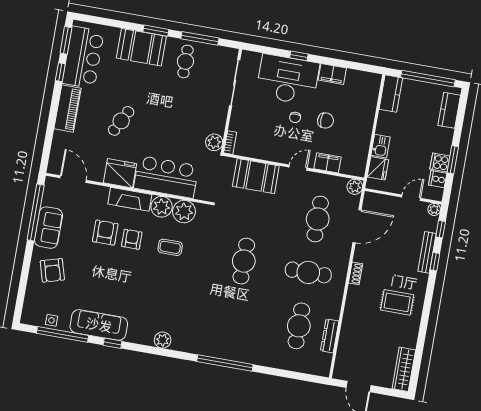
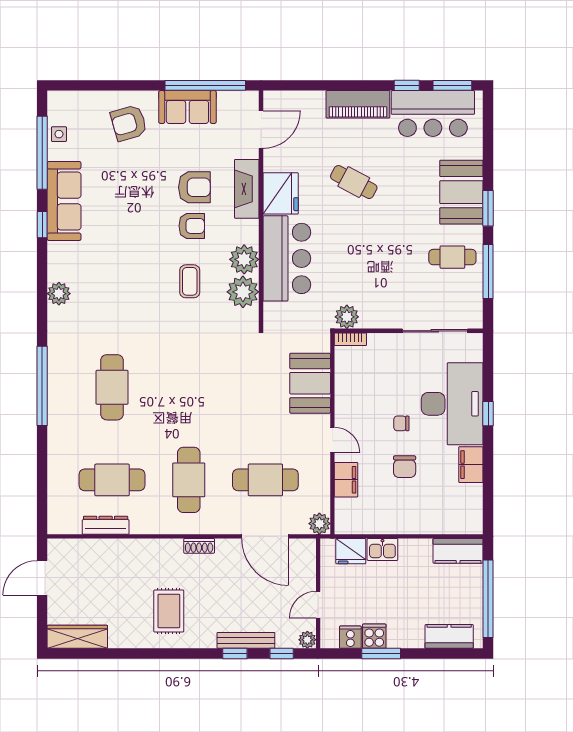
door: (411, 198) -> (318, 605), swing flipped
fireplace: (130, 199) -> (247, 189), moved
cafe table: (244, 261) -> (112, 387), moved, turned 90

